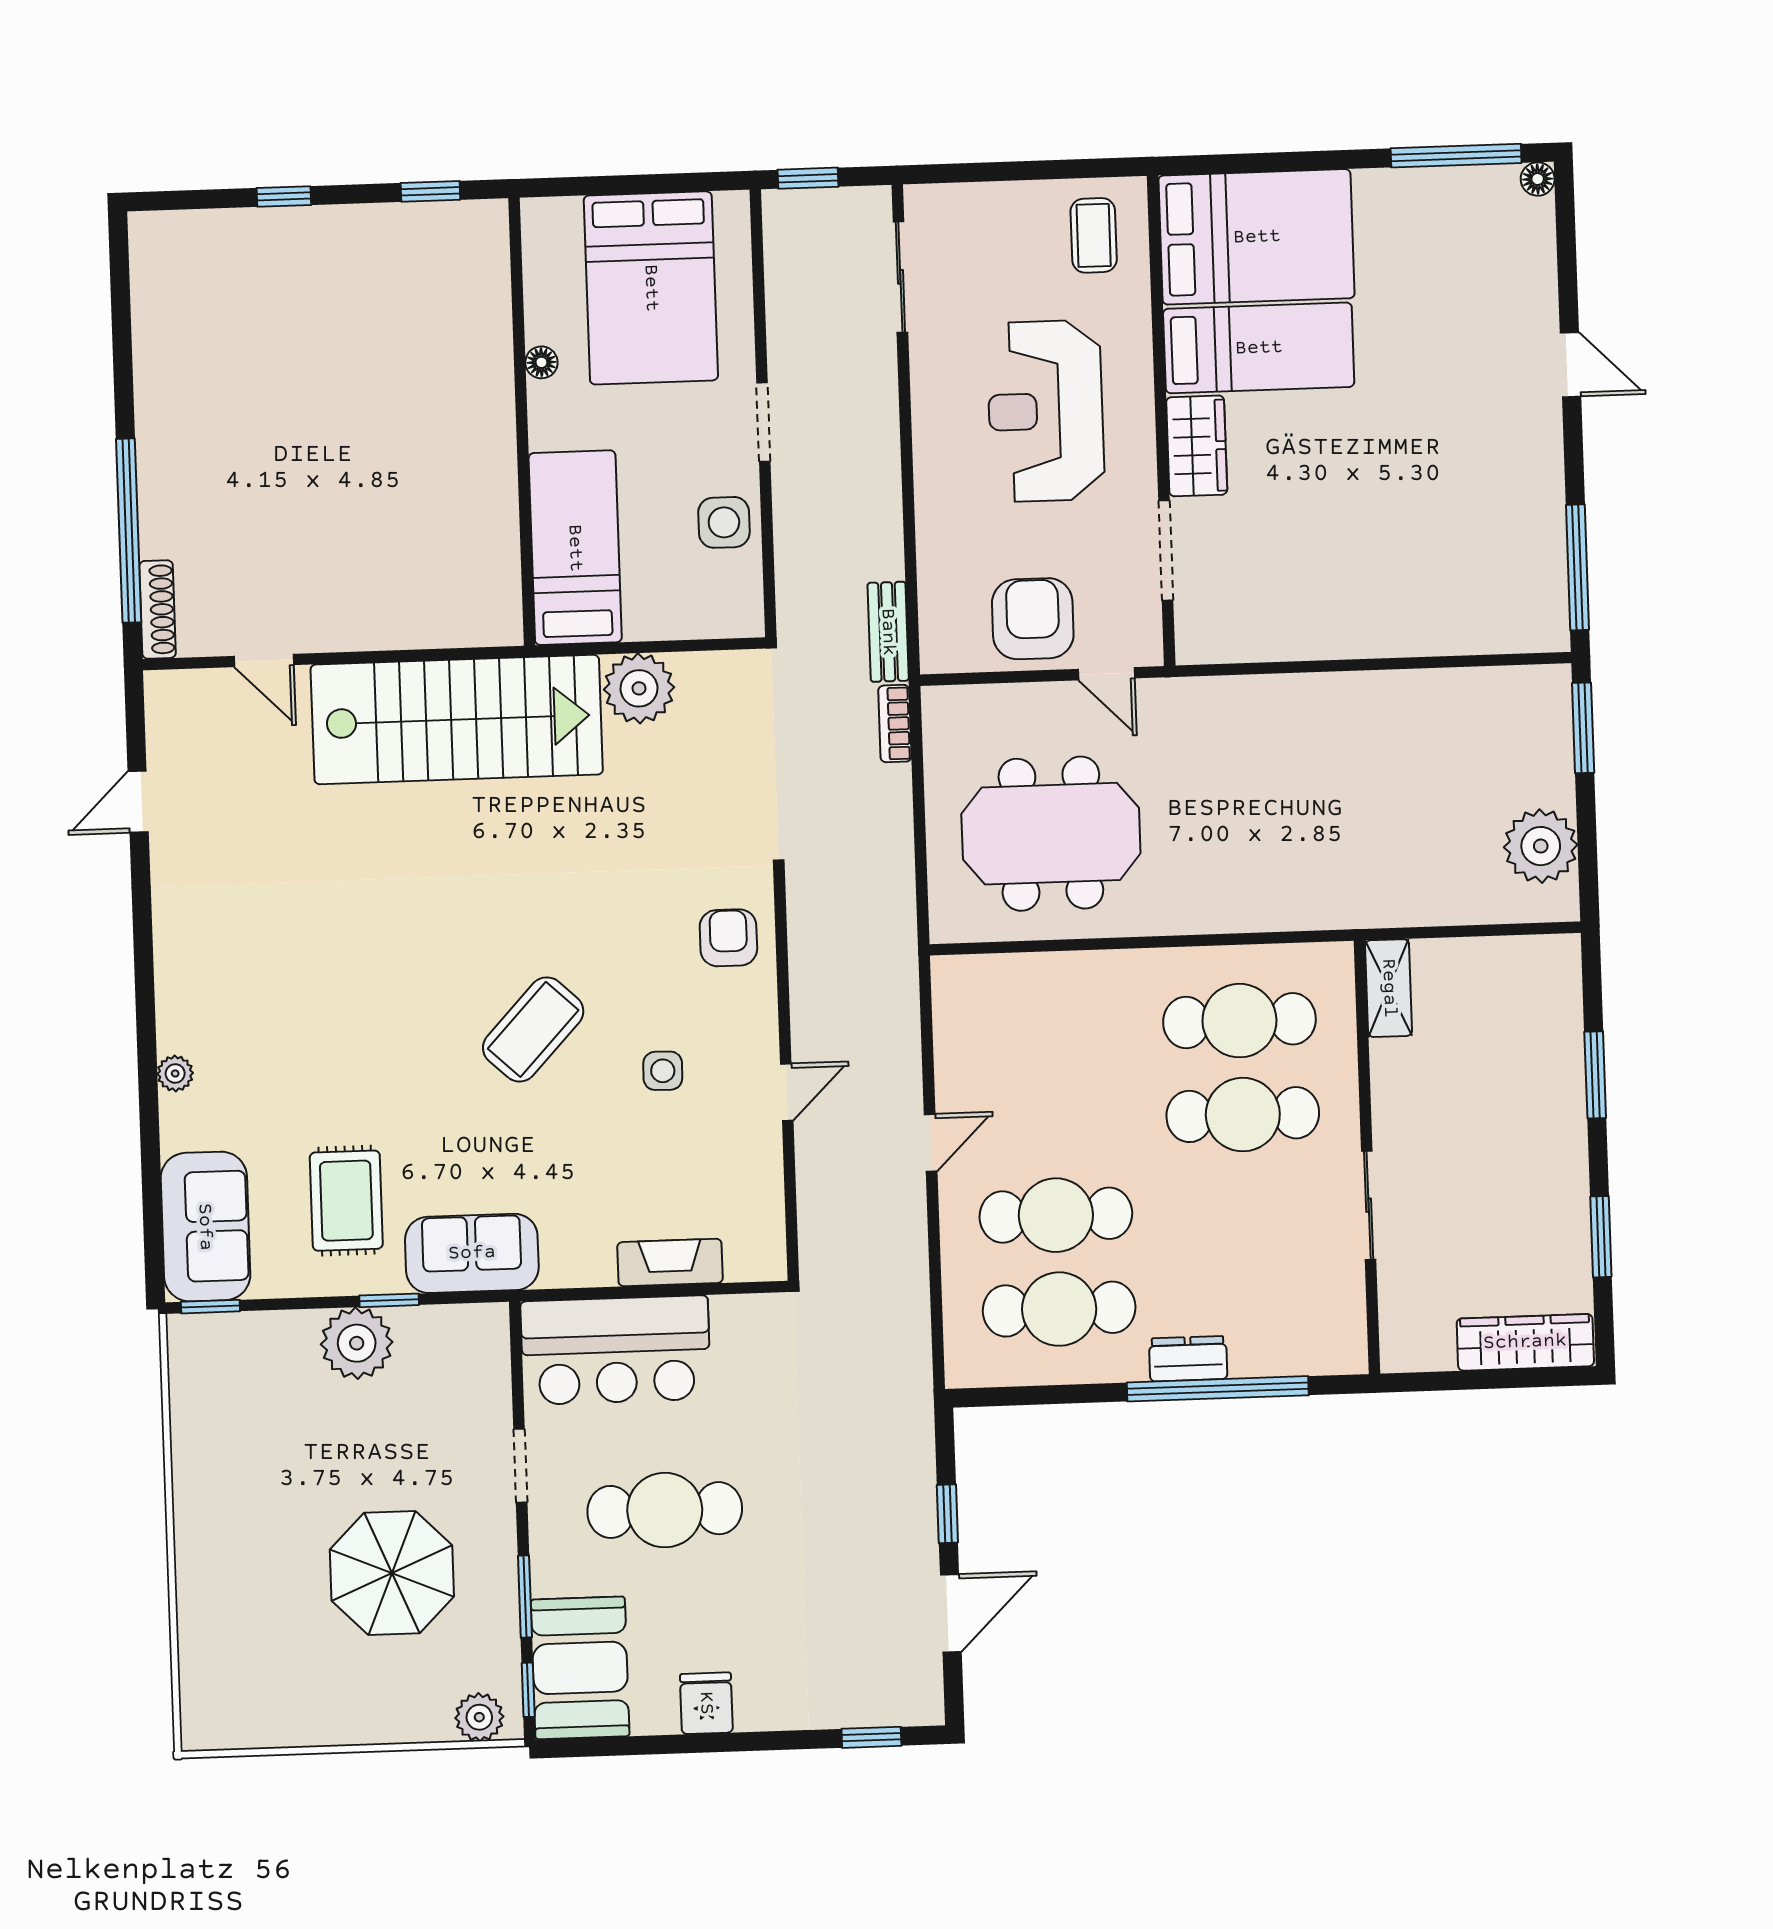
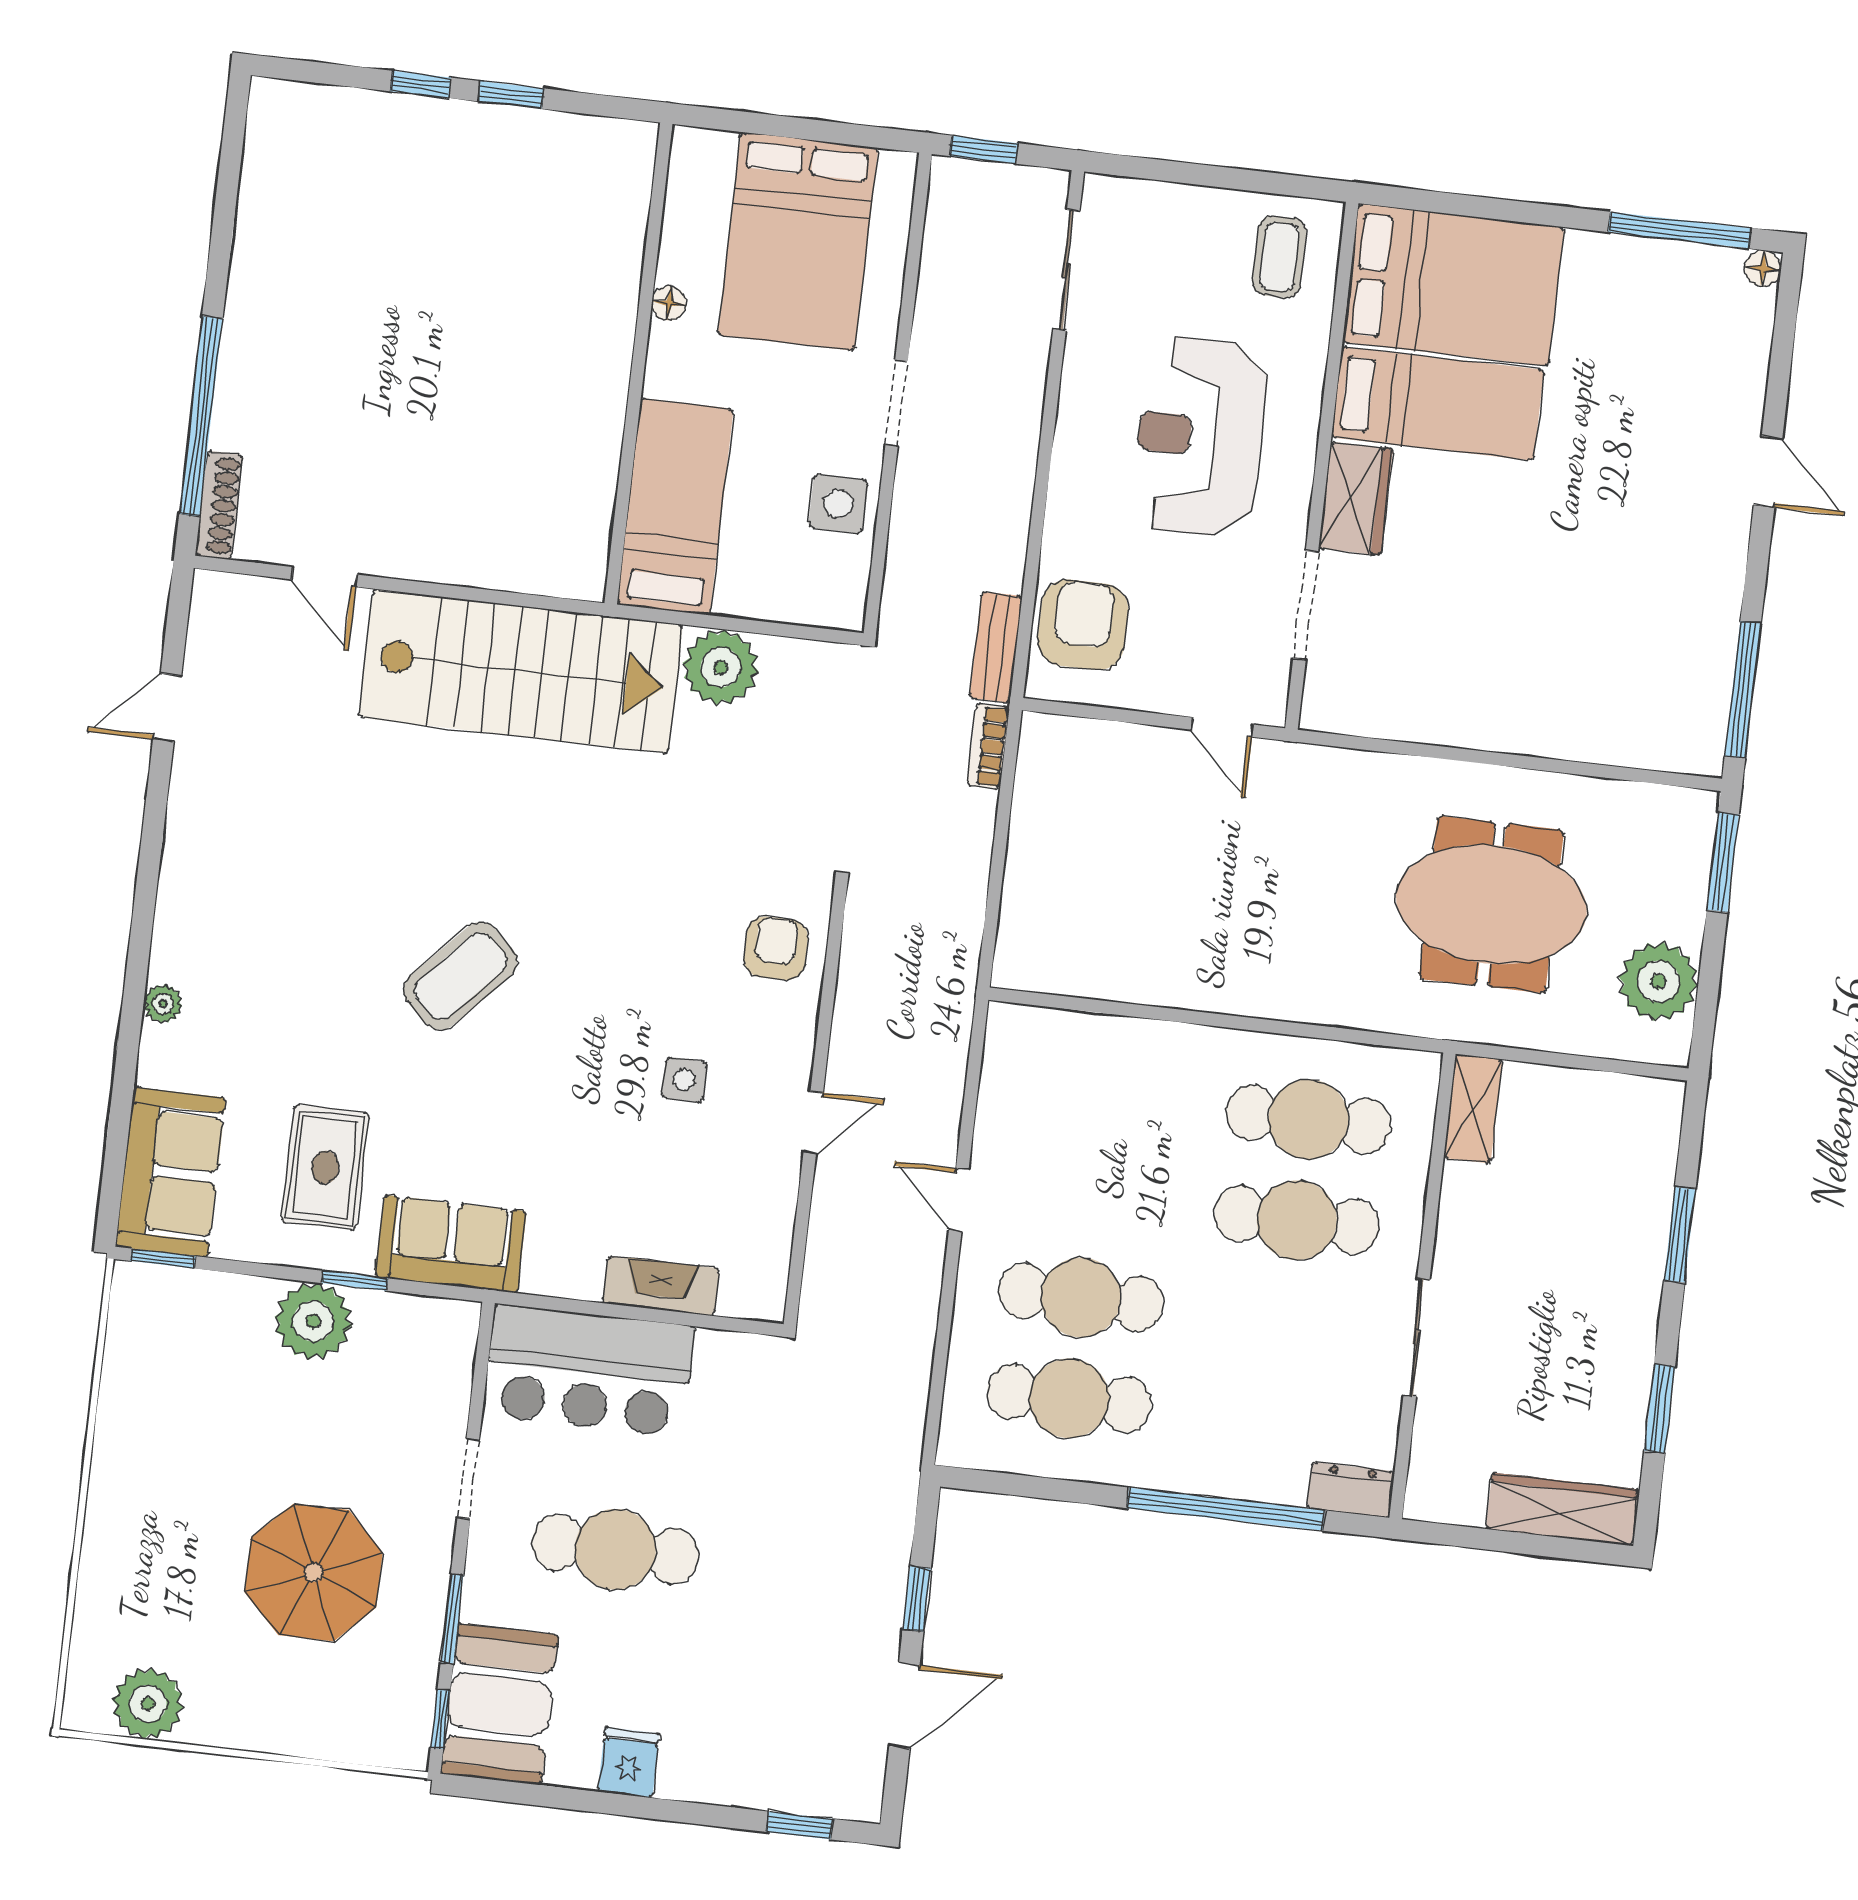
window: (430, 191) -> (511, 95), moved
armchair: (1033, 619) -> (1083, 625), moved
meeting table: (1051, 834) -> (1491, 904), moved
coffee table: (533, 1029) -> (460, 976), moved
door: (931, 1143) -> (959, 1200), swing flipped
dresser: (1188, 1359) -> (1351, 1490), moved
plant: (479, 1717) -> (148, 1704), moved, width x1.36, depth x1.36

